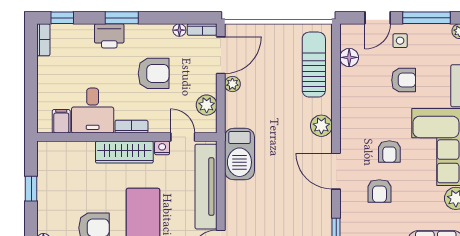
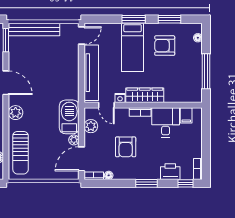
printer: (109, 36) -> (170, 172), moved
armchair: (154, 73) -> (126, 147), turned -90
barbecue: (239, 154) -> (69, 117), moved
window: (31, 189) -> (206, 71), width x2.17

